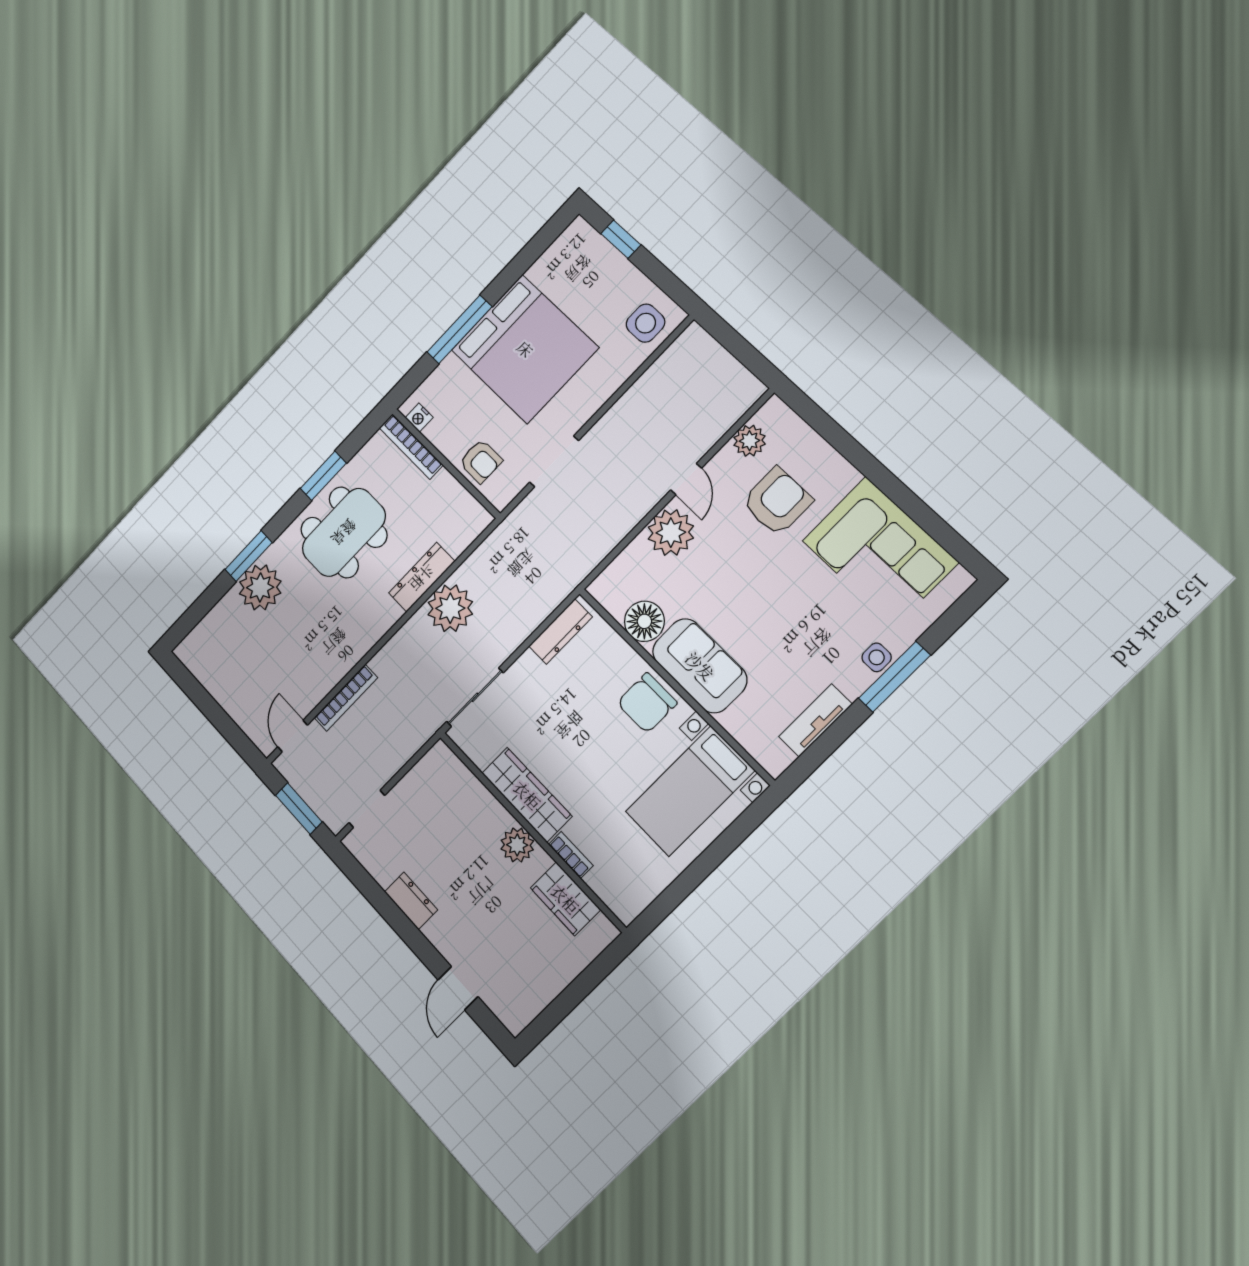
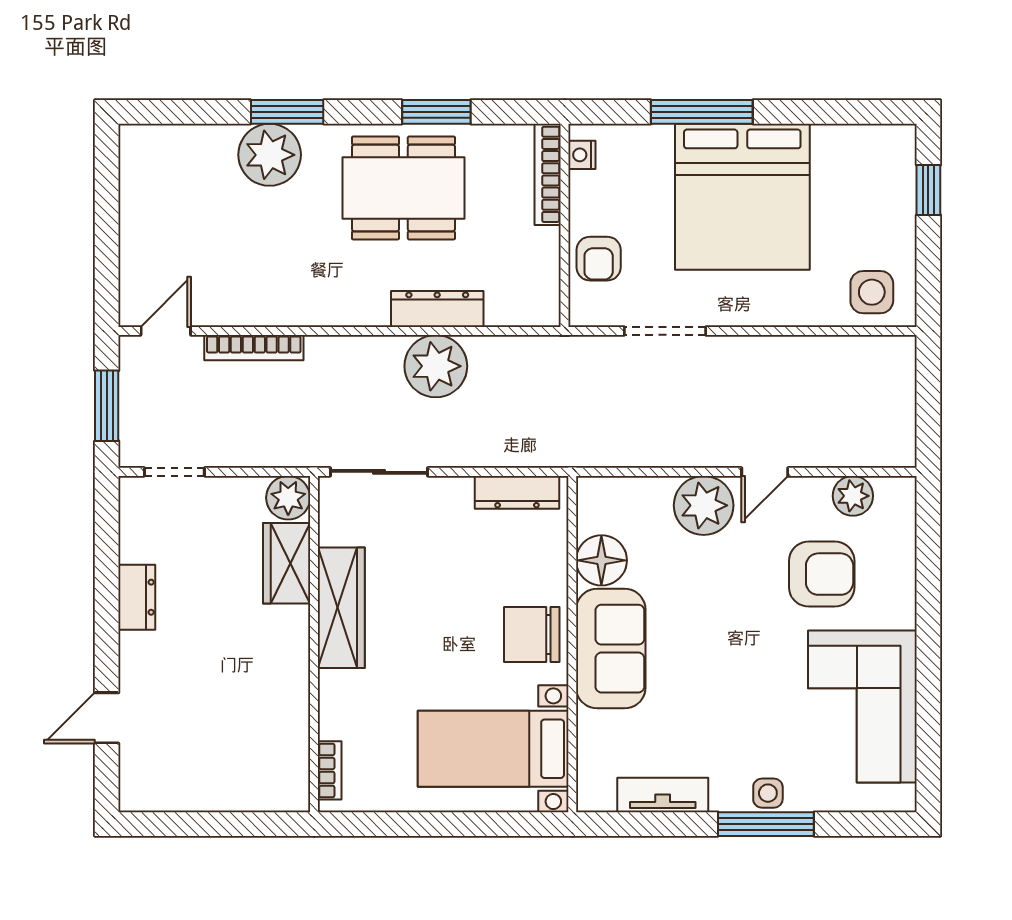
plant: (517, 845) -> (288, 498), moved
bookcase: (571, 855) -> (330, 770), moved
wardrobe: (565, 899) -> (287, 563), moved

